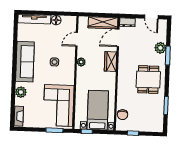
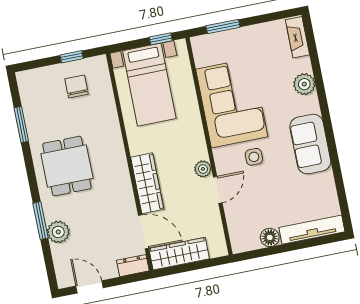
door: (118, 38) -> (143, 232), hinge flipped
door: (77, 39) -> (218, 190), moved
wardrobe: (111, 61) -> (147, 183), width x1.50
sofa: (25, 62) -> (310, 144), width x0.73
corner sofa: (59, 105) -> (232, 103), moved
chair: (122, 115) -> (76, 87), moved

